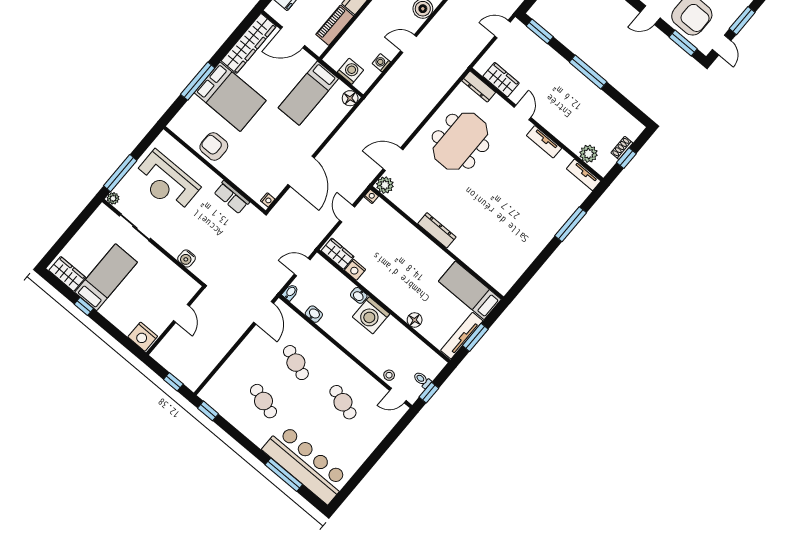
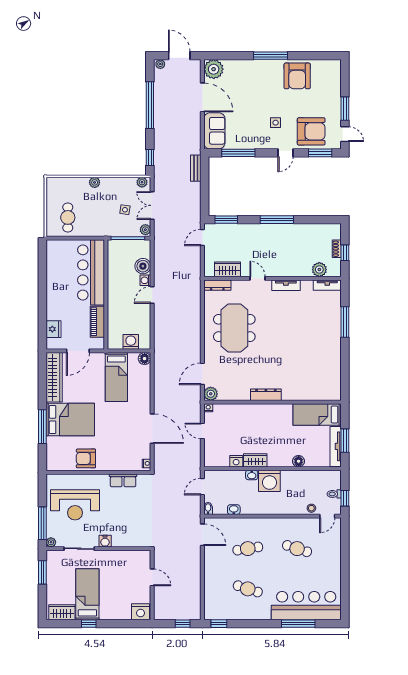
washing machine: (381, 63) -> (145, 280), moved
window: (81, 220) -> (42, 572), added
wardrobe: (338, 254) -> (255, 460), moved
water cooler: (187, 258) -> (105, 541), moved
cafe table: (296, 363) -> (248, 549), turned -30

